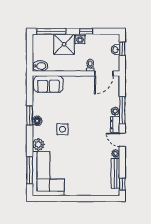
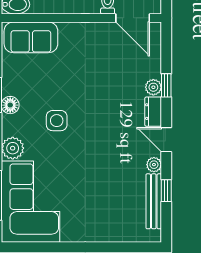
door: (104, 73) -> (133, 18), hinge flipped
window: (122, 110) -> (166, 85), width x0.46
window: (122, 184) -> (166, 191), moved

